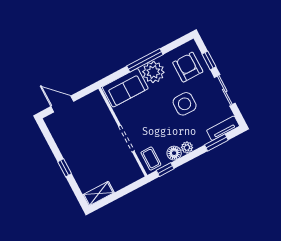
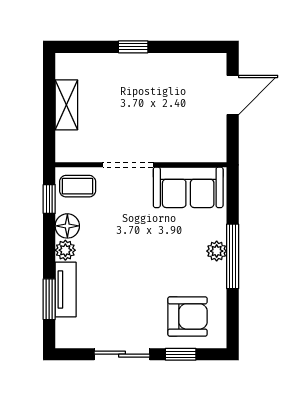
plant: (153, 72) -> (217, 251), width x0.53, depth x0.53
sofa: (125, 88) -> (188, 187), moved, turned -90
side table: (185, 104) -> (134, 282), removed
tv unit: (223, 128) -> (66, 290), moved
shelving: (99, 194) -> (66, 105), moved

